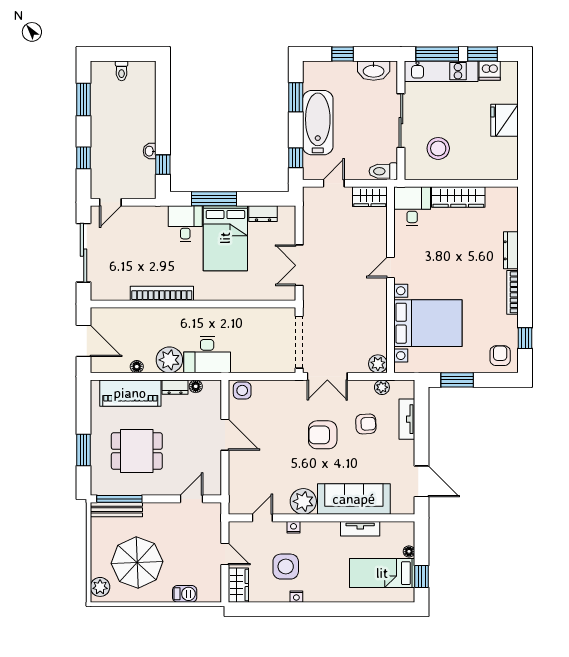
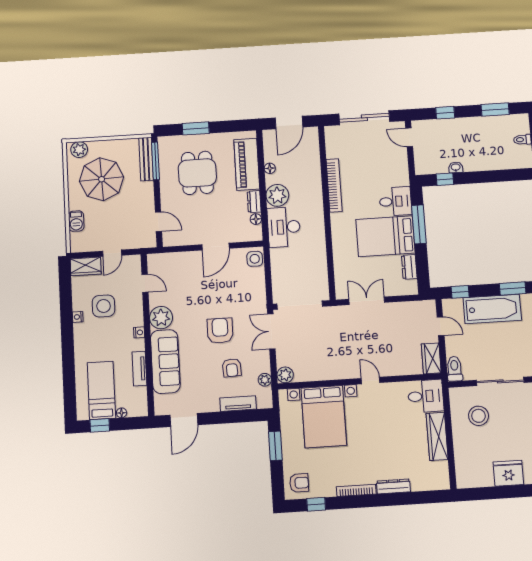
nightstand: (294, 527) -> (139, 332), moved

